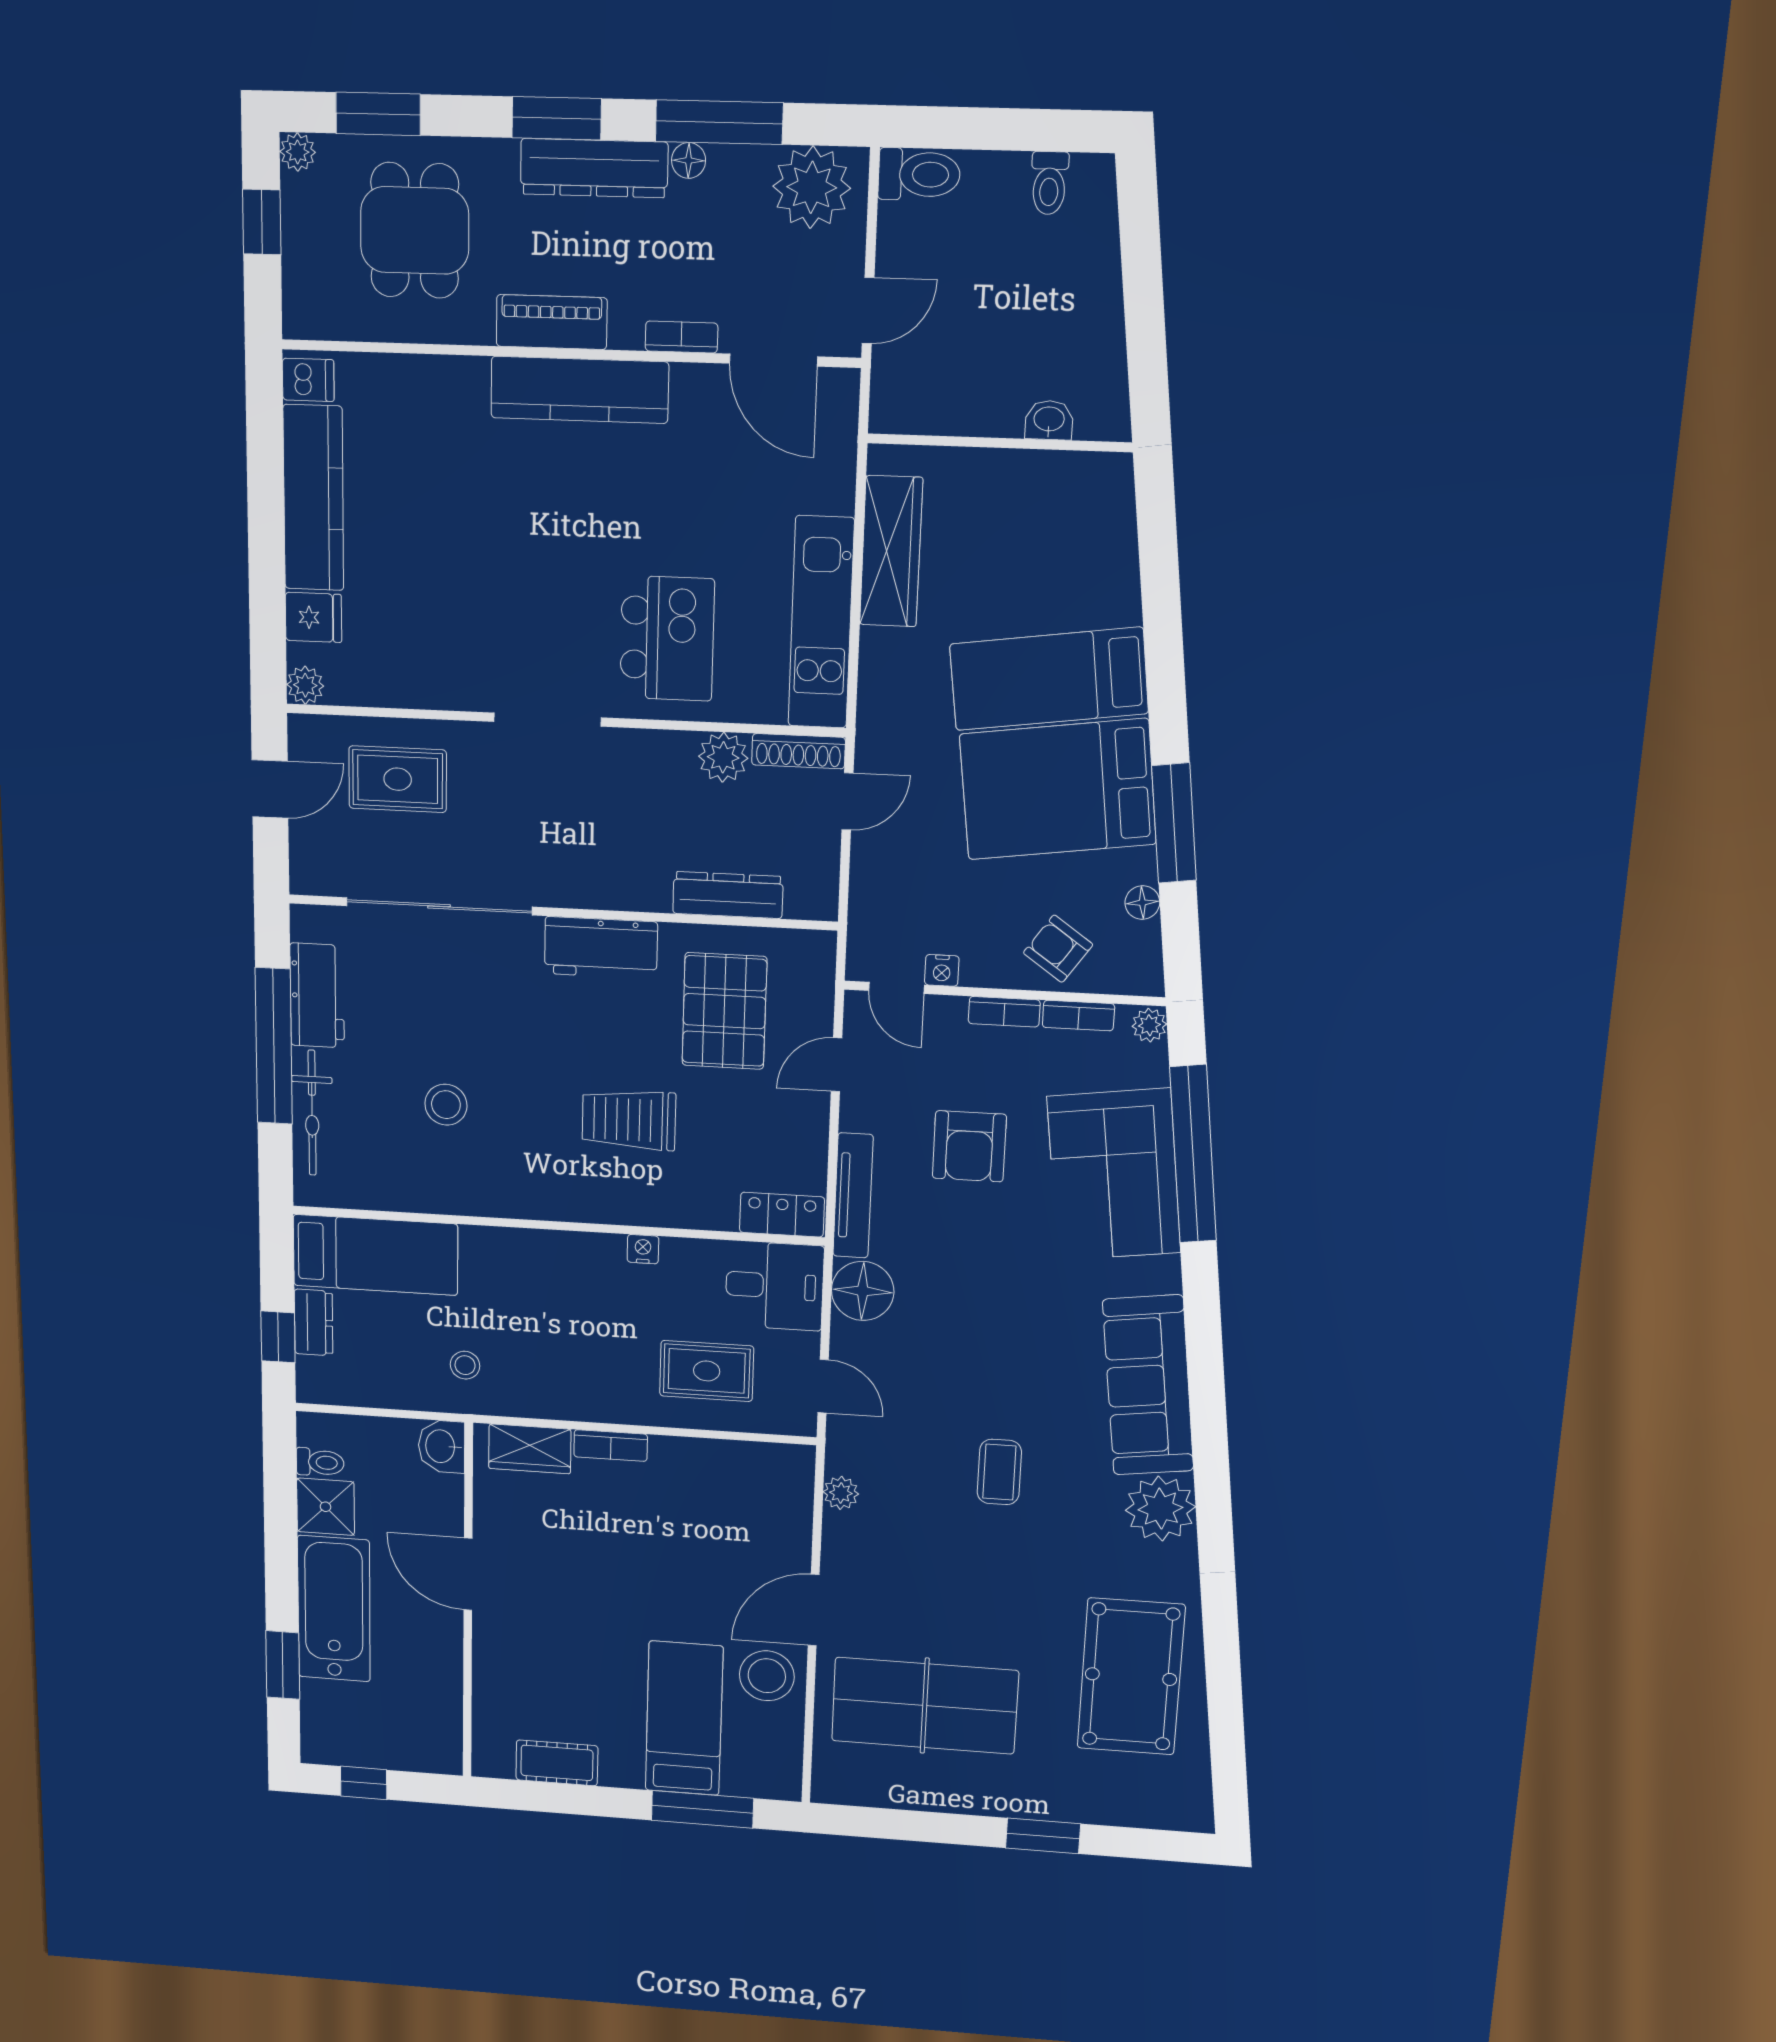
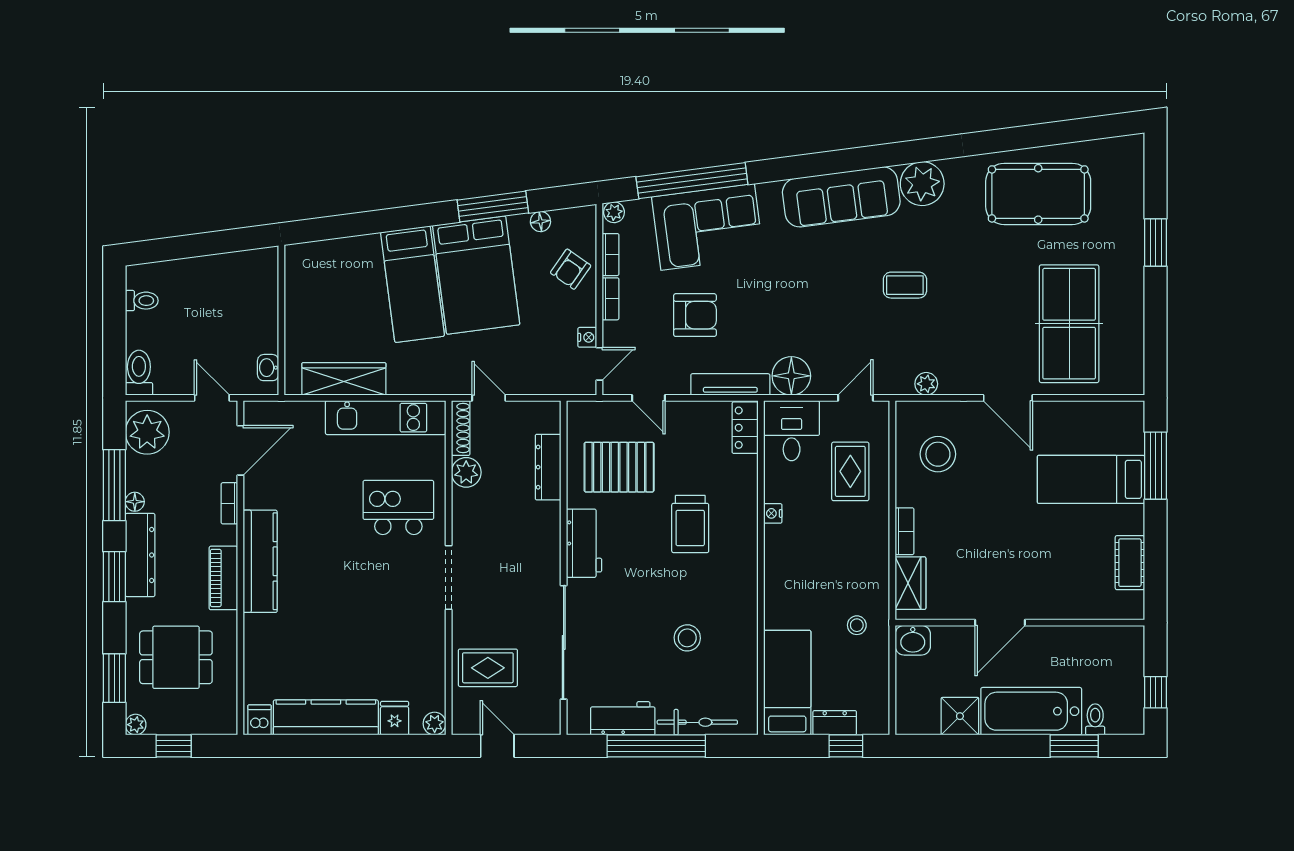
washbasin: (1049, 420) -> (268, 368), moved
rug: (398, 779) -> (488, 668), turned 90
toilet: (320, 1462) -> (1095, 719), moved
stool: (767, 1676) -> (938, 454), moved

